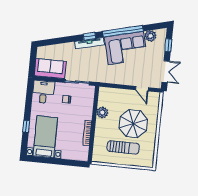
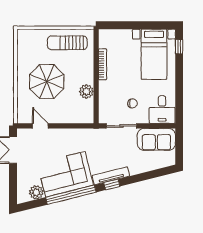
window: (168, 45) -> (13, 183), removed
window: (26, 126) -> (179, 47), moved
sun lounger: (123, 147) -> (67, 43), moved

